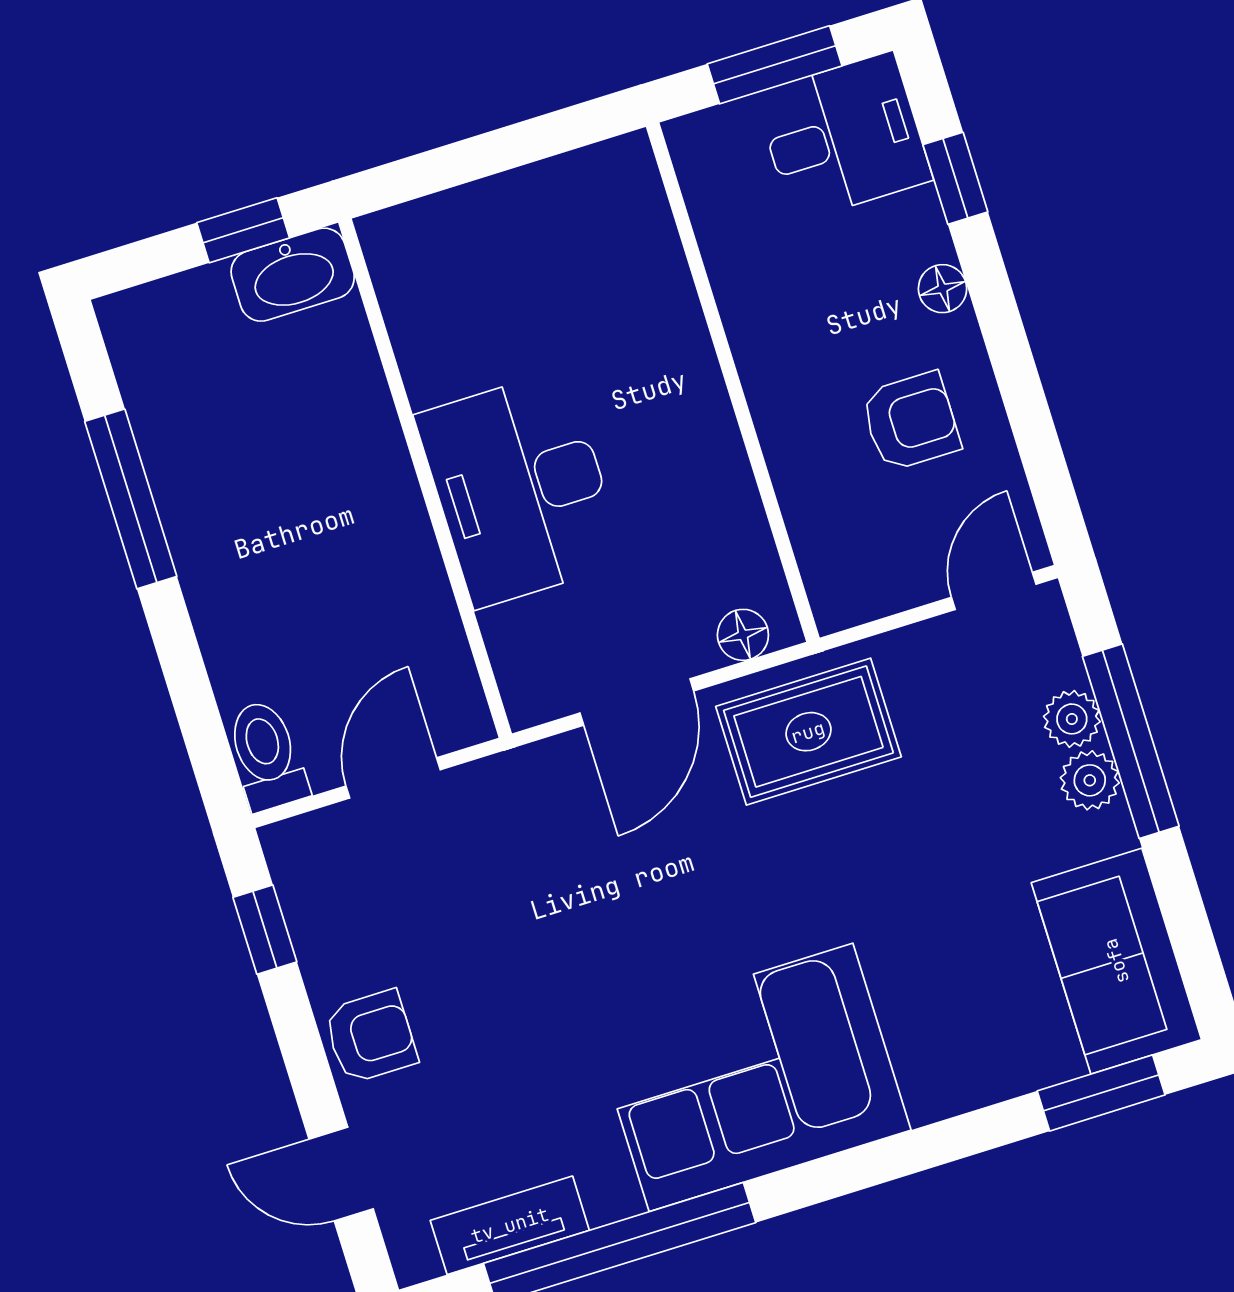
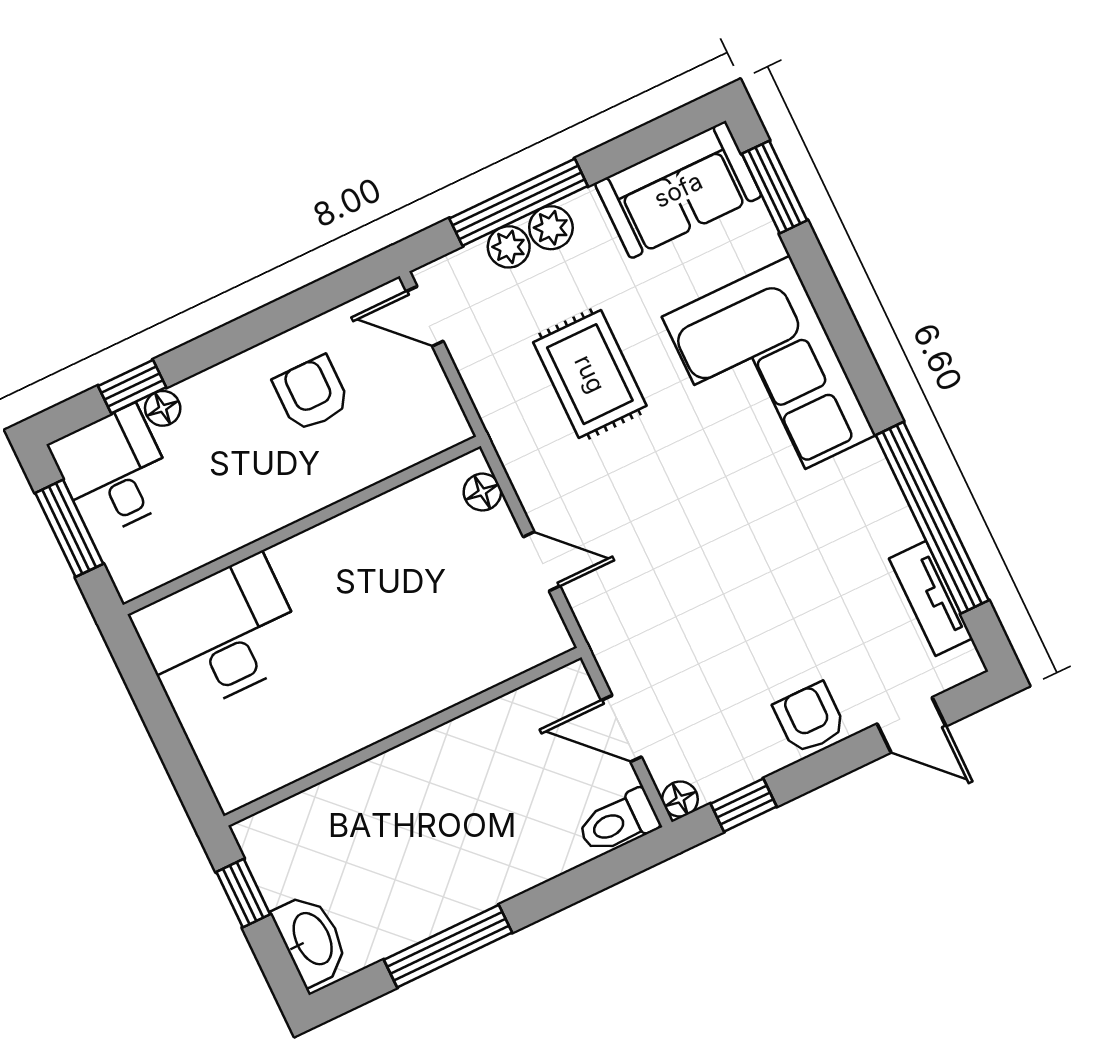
washbasin: (293, 275) -> (311, 939), moved
floor lamp: (943, 289) -> (163, 408), moved
desk: (520, 489) -> (220, 635), moved, turned 180
door: (637, 702) -> (542, 561), width x0.73
rug: (808, 732) -> (590, 374), moved
floor lamp: (286, 844) -> (680, 799), added
corner sofa: (751, 1077) -> (769, 376), moved
door: (341, 1174) -> (911, 725), hinge flipped

